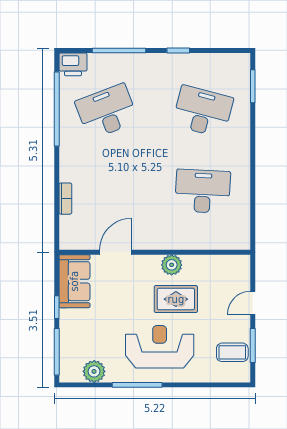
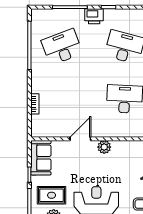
printer: (73, 64) -> (94, 16), moved
door: (116, 252) -> (80, 139), moved
rug: (176, 299) -> (52, 195), moved

